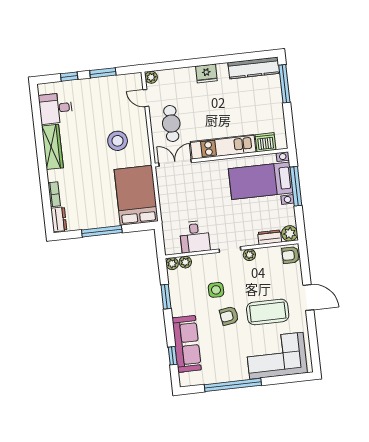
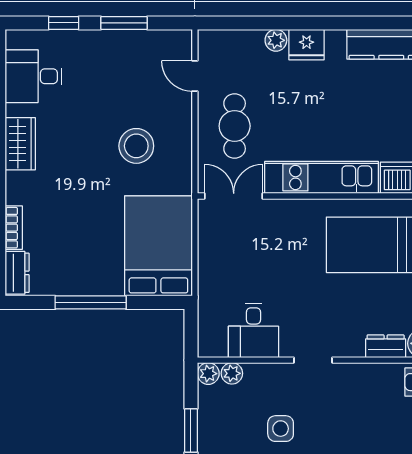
plant: (151, 77) -> (276, 40), moved
wardrobe: (52, 147) -> (20, 144), width x0.67
plant: (249, 255) -> (346, 373), removed

